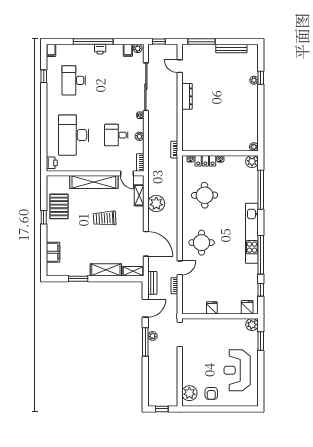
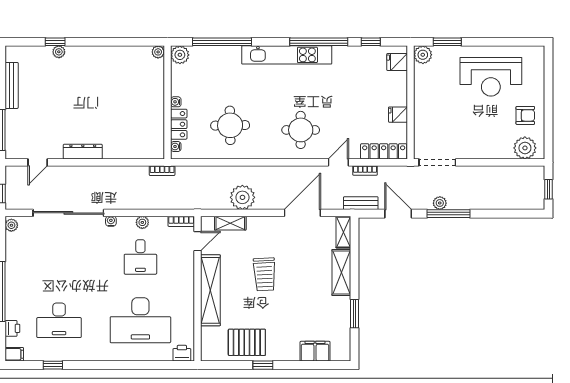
printer: (100, 49) -> (12, 328), moved
filing cabinet: (128, 50) -> (14, 240), removed
door: (180, 268) -> (338, 162), hinge flipped
locker: (187, 298) -> (384, 151), added

